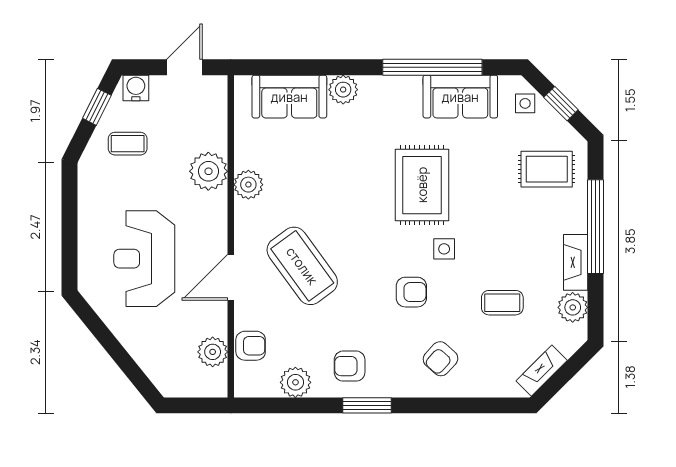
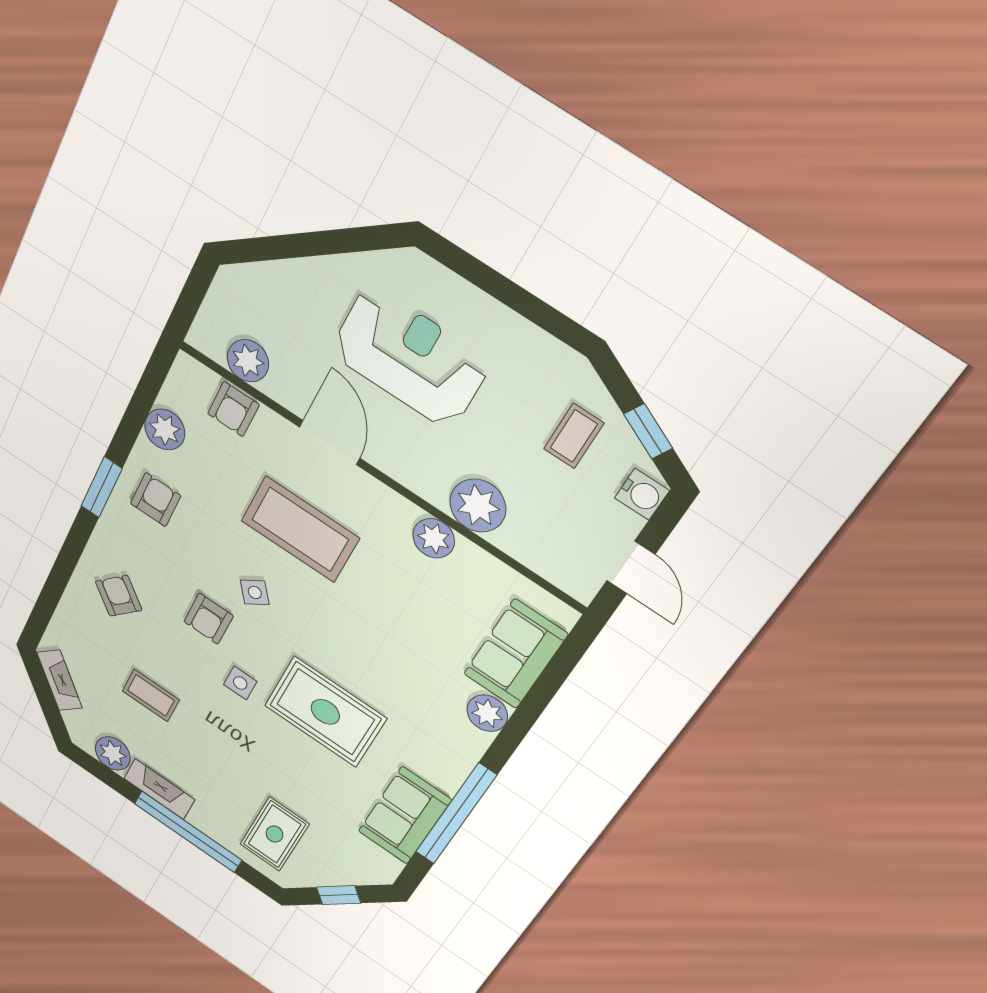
side table: (525, 103) -> (255, 592), moved, turned -36
coffee table: (302, 266) -> (300, 529), turned 36
coffee table: (502, 303) -> (151, 695), turned 90

